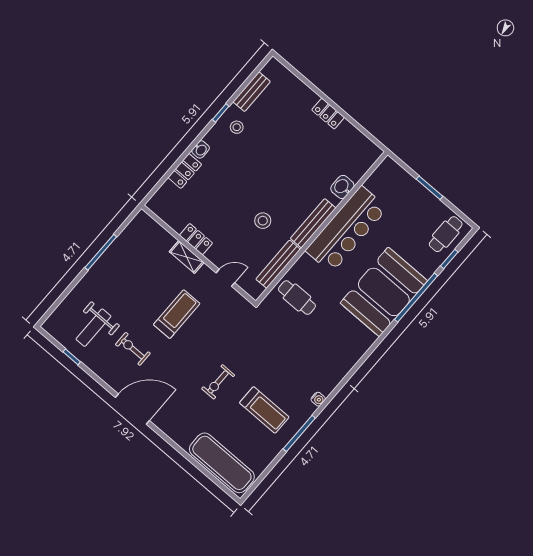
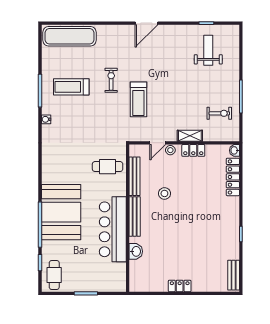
bench: (252, 92) -> (234, 275), moved
stool: (237, 127) -> (170, 150), moved
washbasin: (201, 149) -> (234, 150), moved
locker: (185, 171) -> (233, 177), width x1.53
treadmill: (177, 314) -> (138, 99), moved
exercise bike: (133, 349) -> (219, 113), moved
door: (132, 409) -> (146, 23), width x0.73

